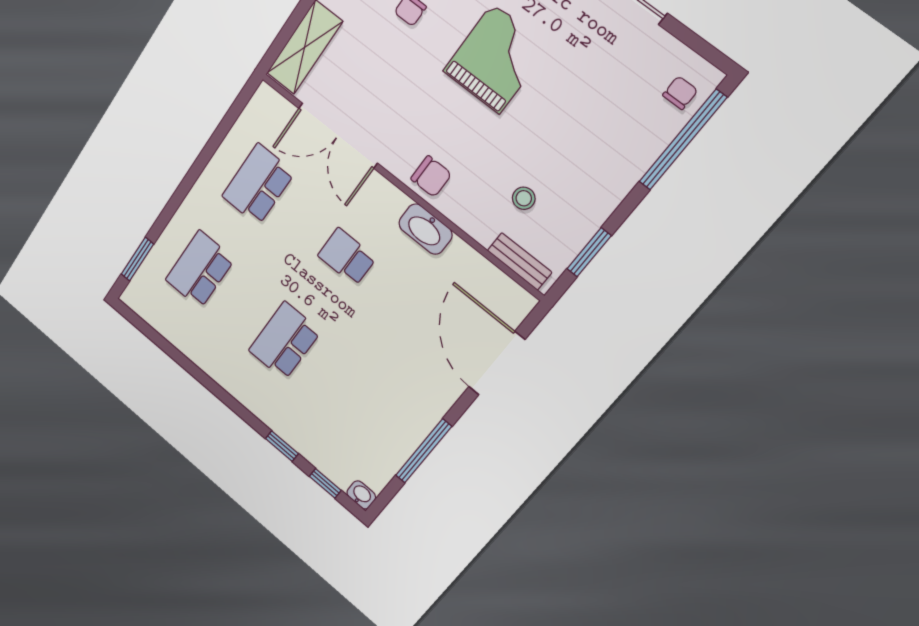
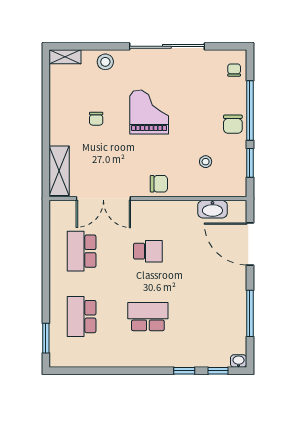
window: (683, 140) -> (250, 110), moved
chair: (610, 175) -> (233, 124), added
washbasin: (425, 229) -> (212, 209), moved
school desk: (347, 257) -> (148, 251), turned 180
bench: (519, 261) -> (225, 190), removed
school desk: (285, 341) -> (148, 317), turned 90

